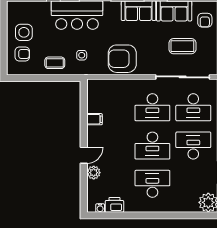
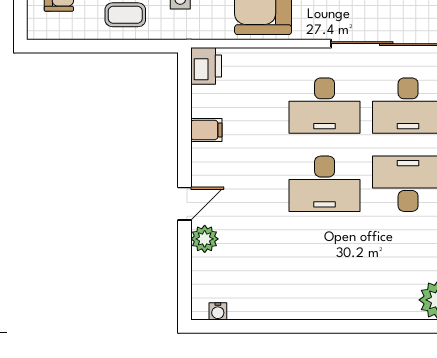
desk: (152, 184) -> (325, 262), removed
printer: (114, 205) -> (206, 66), moved, turned 90

